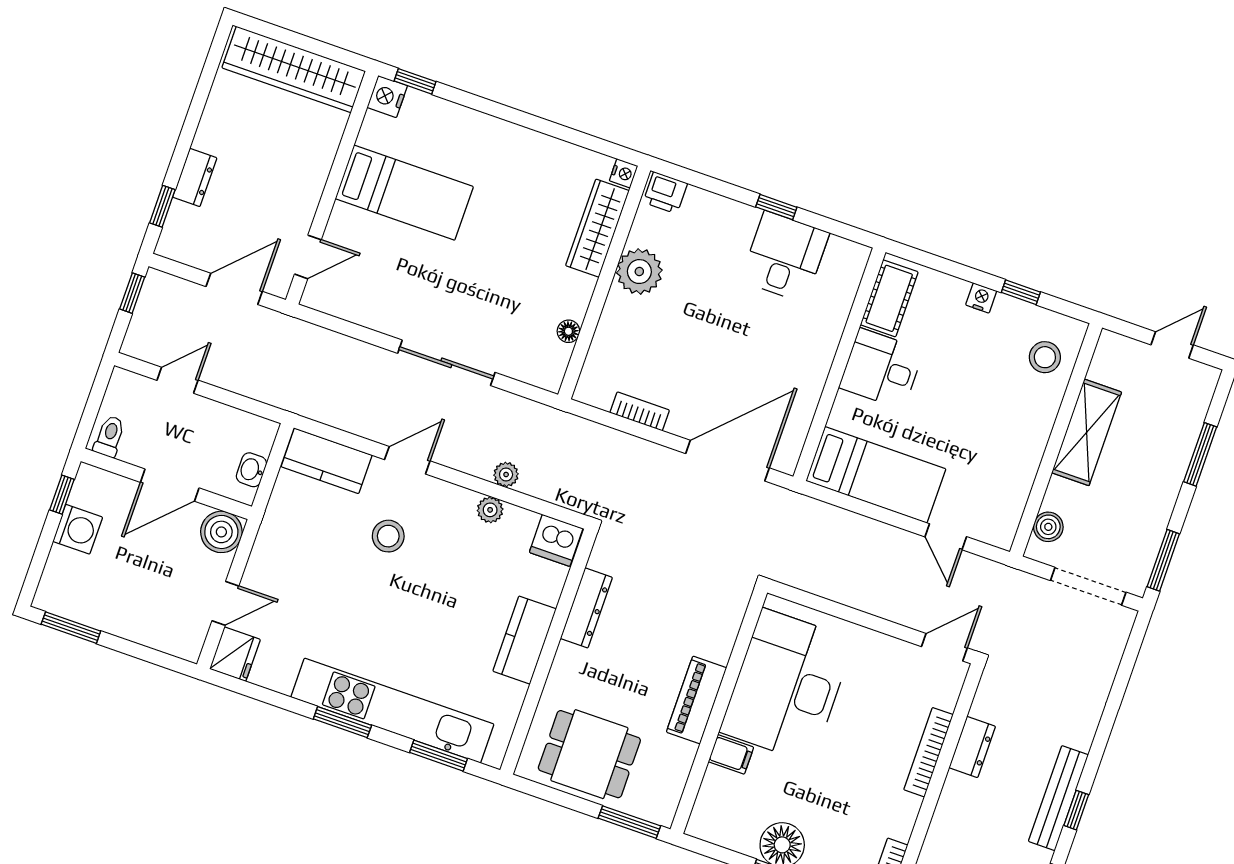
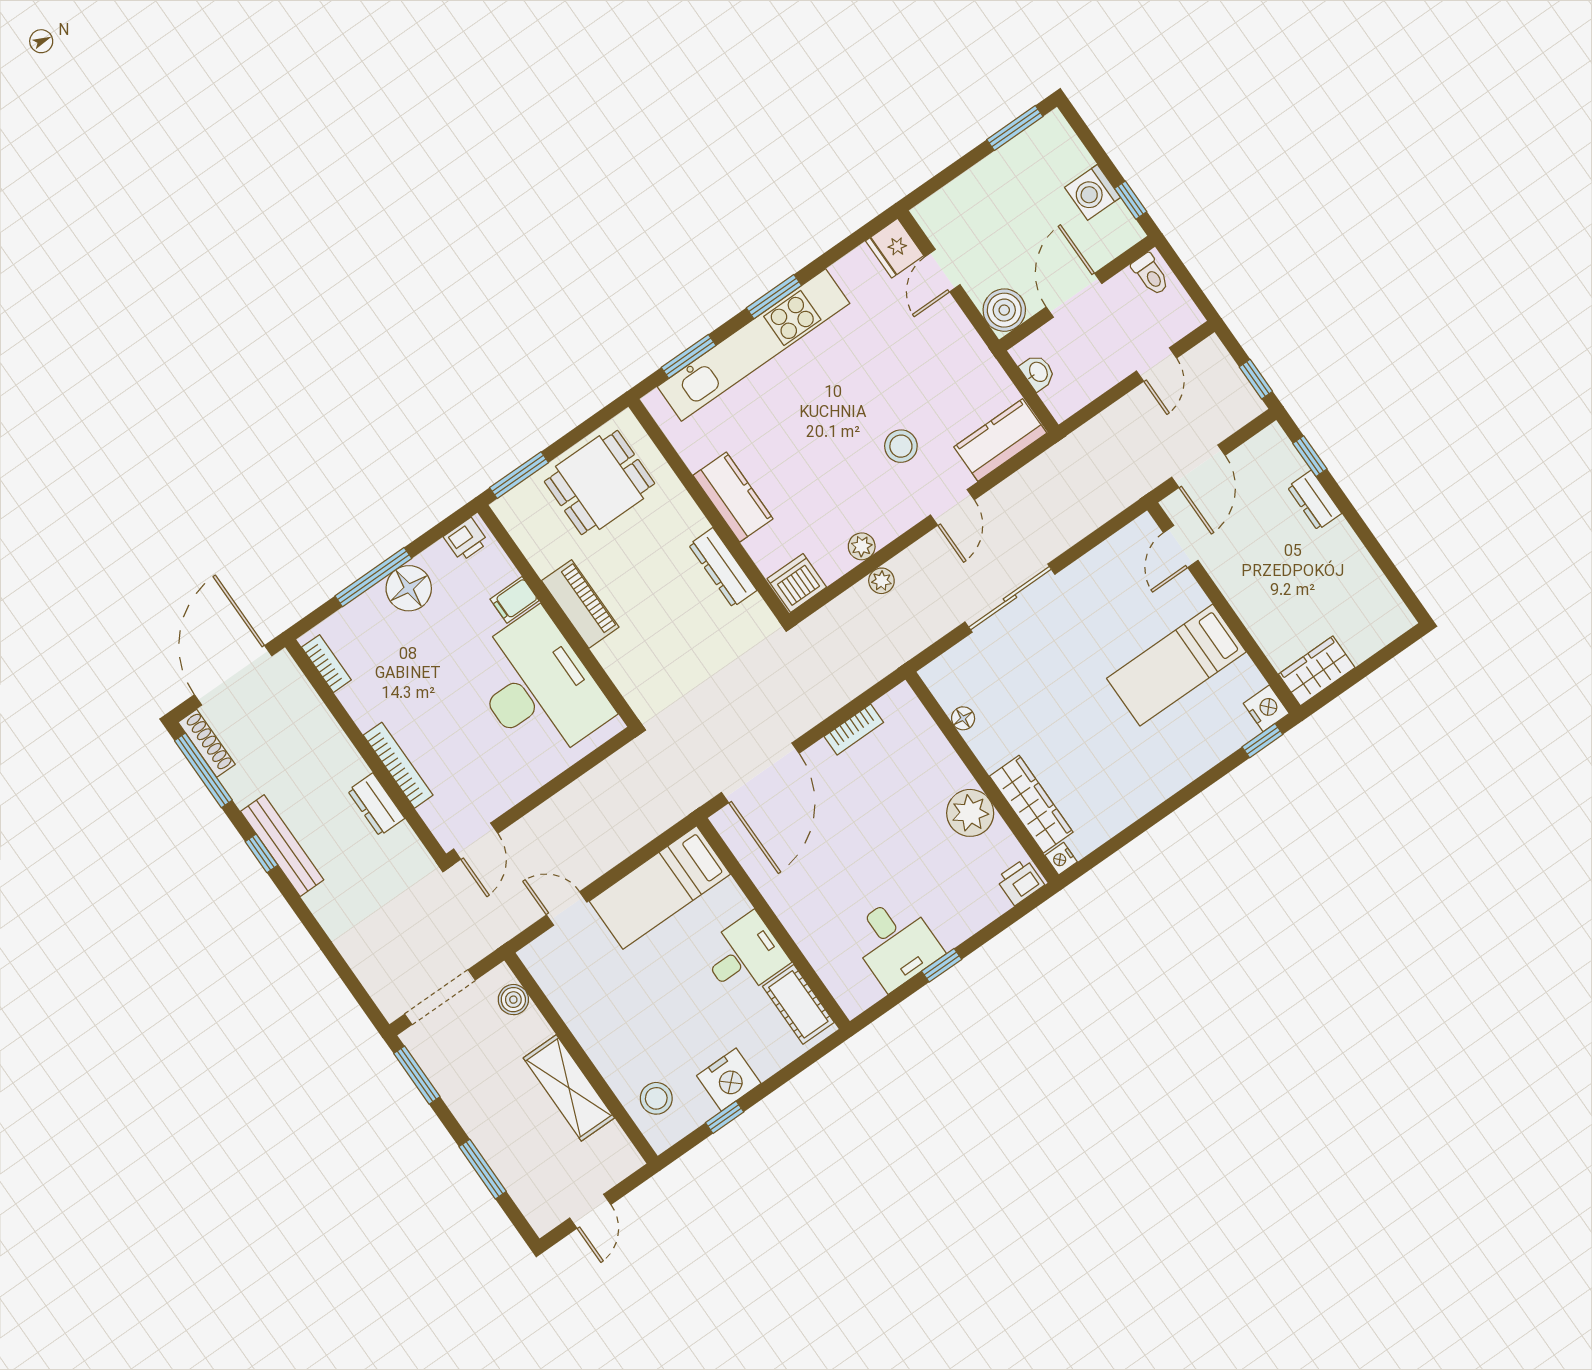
wardrobe: (294, 69) -> (1317, 671), width x0.48, depth x0.85
nightstand: (981, 298) -> (729, 1080), width x1.89, depth x1.79
printer: (711, 827) -> (466, 540), added

